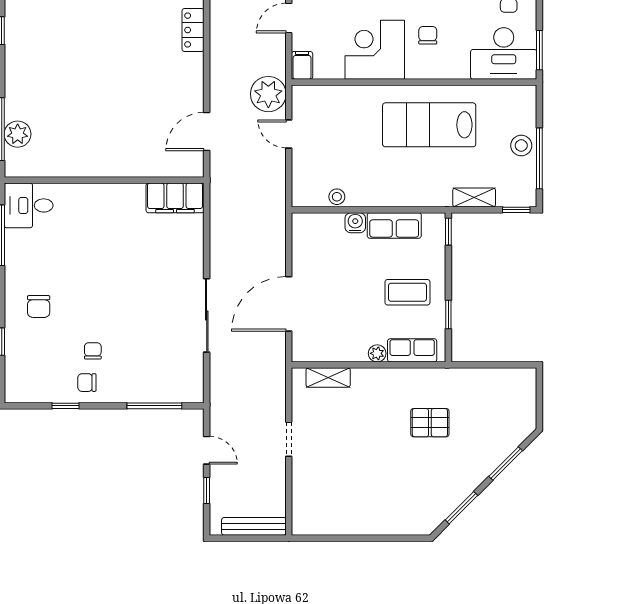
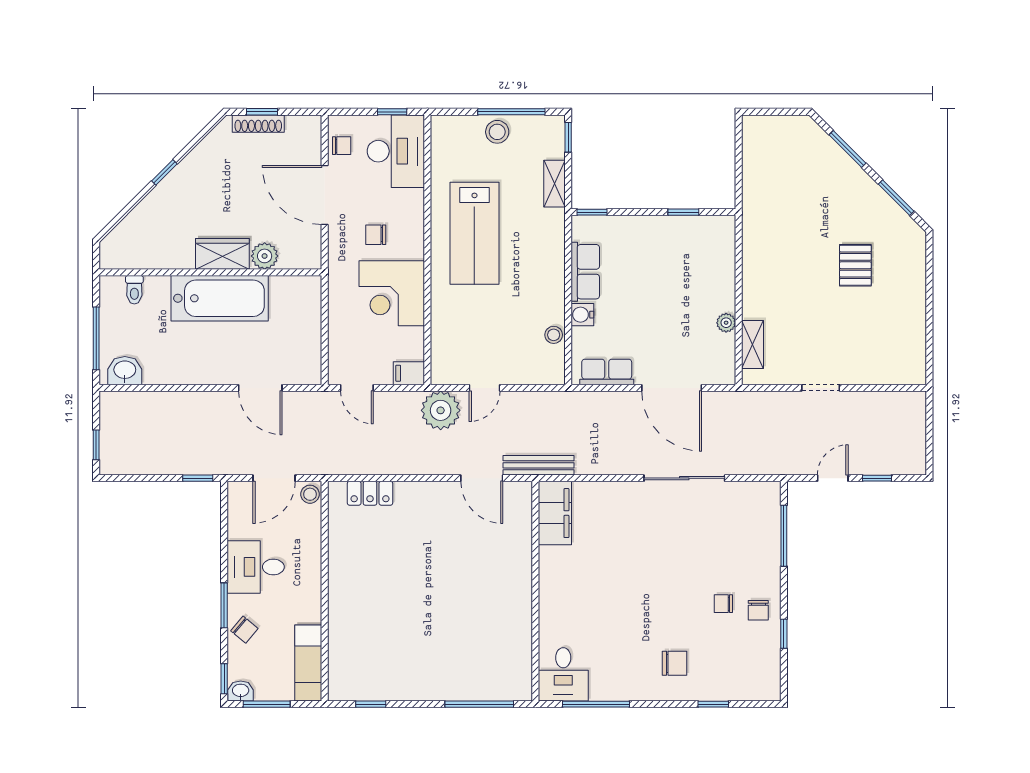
window: (539, 50) -> (392, 112), width x0.67
plant: (18, 134) -> (485, 687), removed
coffee table: (407, 292) -> (659, 257), removed
row of seats: (412, 350) -> (607, 372), moved, turned 90
plant: (377, 353) -> (726, 323), moved
pallet: (430, 423) -> (855, 265), moved
bench: (254, 526) -> (539, 465), moved, turned 90

